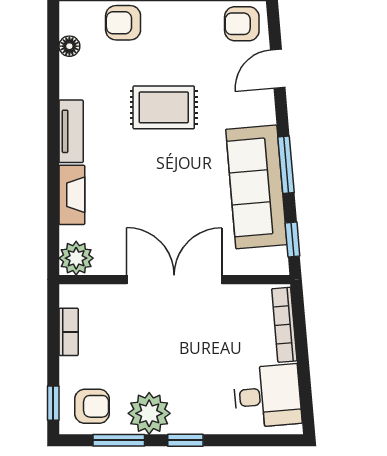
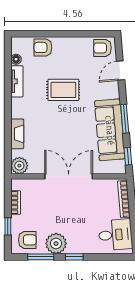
tv unit: (71, 131) -> (17, 81), moved
window: (53, 403) -> (8, 226), moved

